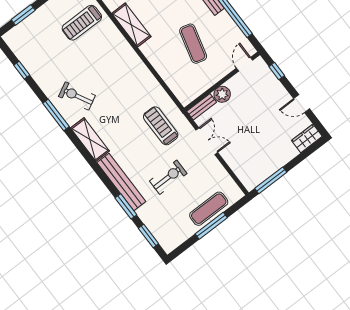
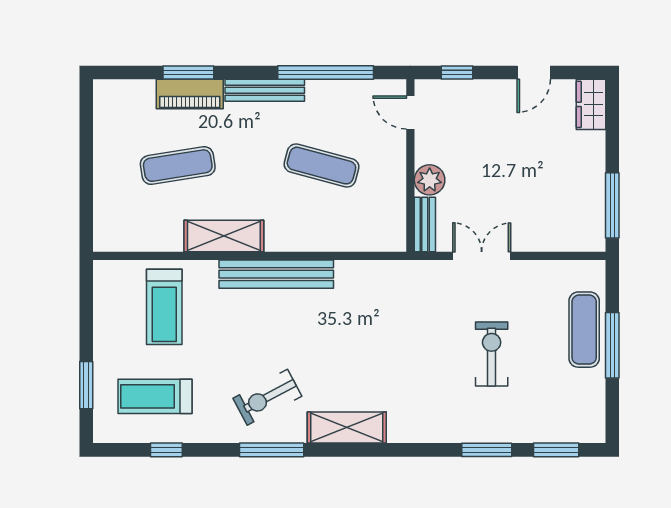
treadmill: (161, 126) -> (155, 396), moved
bench: (121, 182) -> (276, 274), moved

